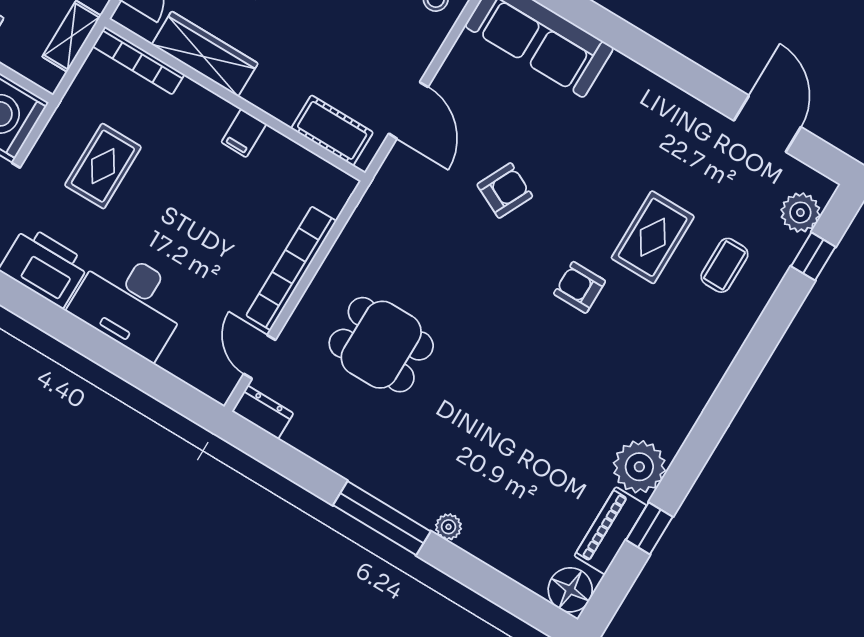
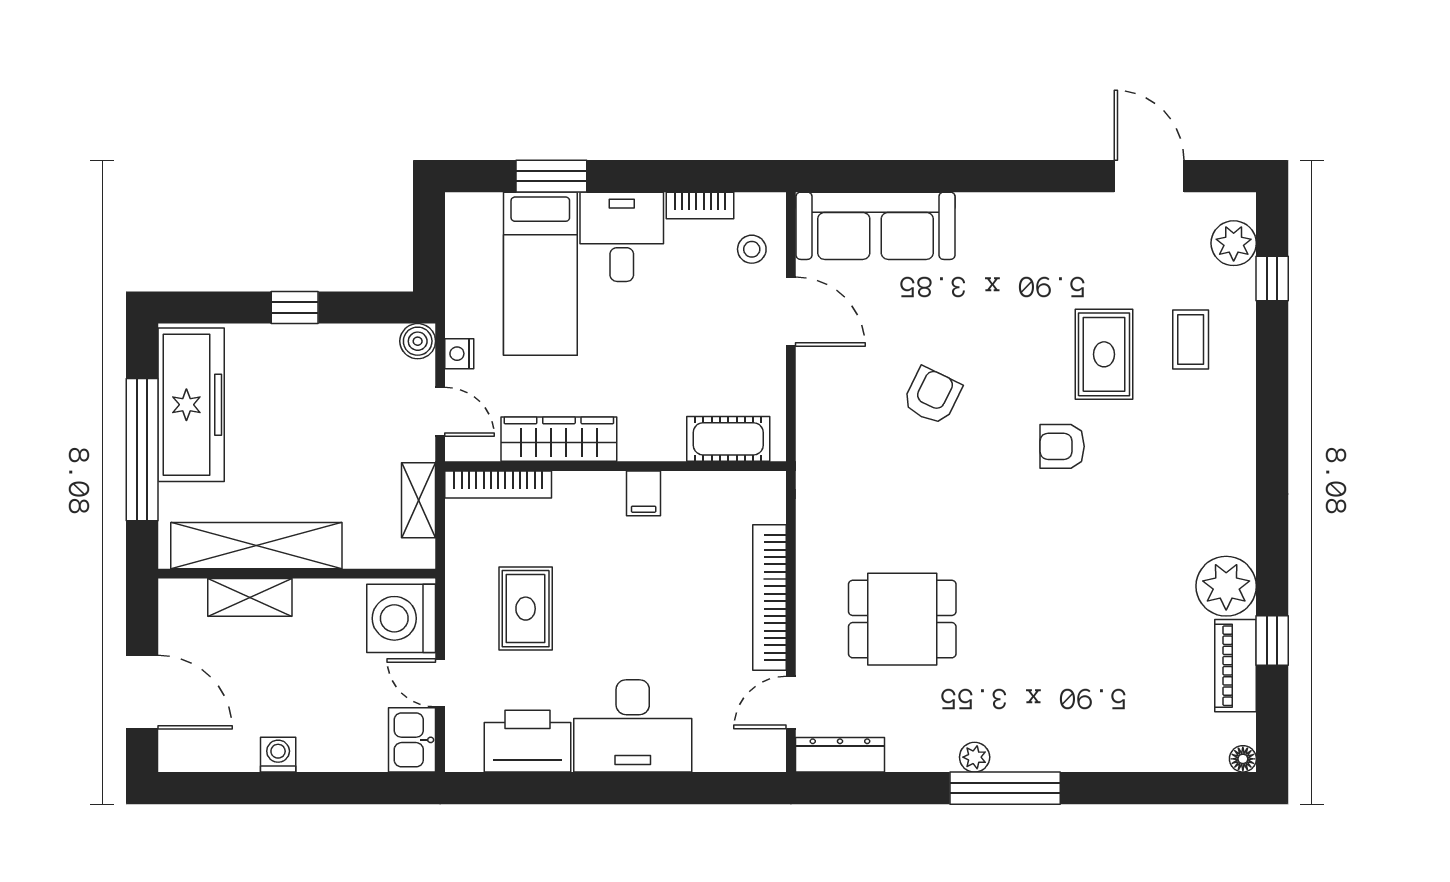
door: (408, 110) -> (791, 312), moved
door: (260, 357) -> (791, 703), hinge flipped
dresser: (263, 412) -> (840, 755), width x1.44
plant: (448, 527) -> (975, 757), moved
floor lamp: (570, 590) -> (1243, 759), width x0.53, depth x0.53

